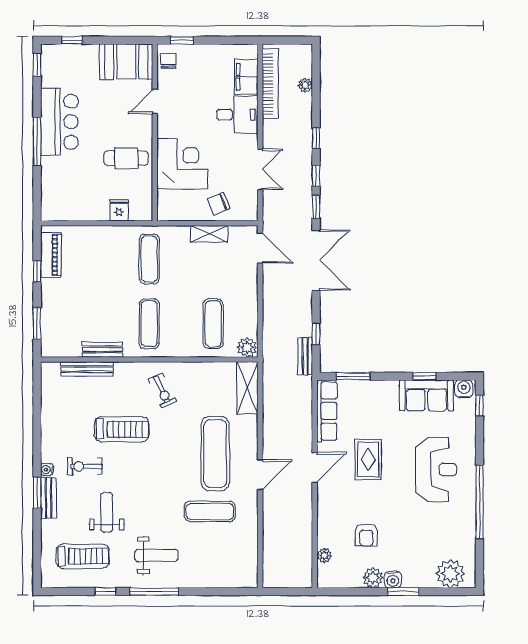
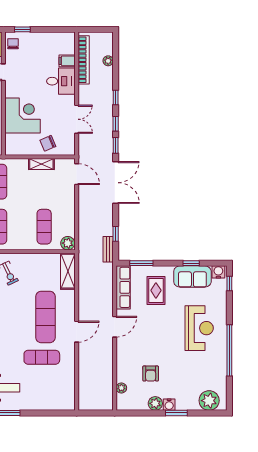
filing cabinet: (246, 77) -> (67, 61), width x0.50
rug: (368, 459) -> (156, 290), moved

